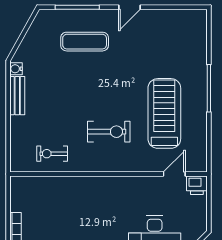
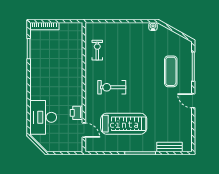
bench: (17, 96) -> (170, 147), moved
exercise bike: (109, 132) -> (112, 87), turned 90
printer: (197, 185) -> (77, 113), moved

